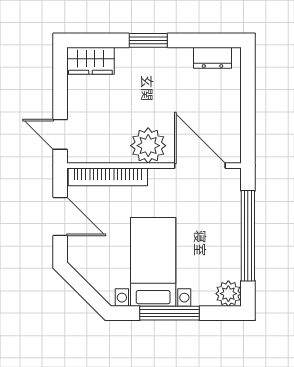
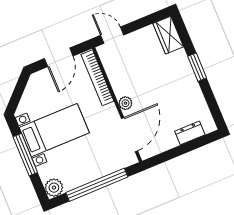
dresser: (213, 58) -> (190, 133), moved, turned 90
door: (60, 134) -> (112, 35), hinge flipped
plant: (148, 146) -> (125, 103), width x0.53, depth x0.53

